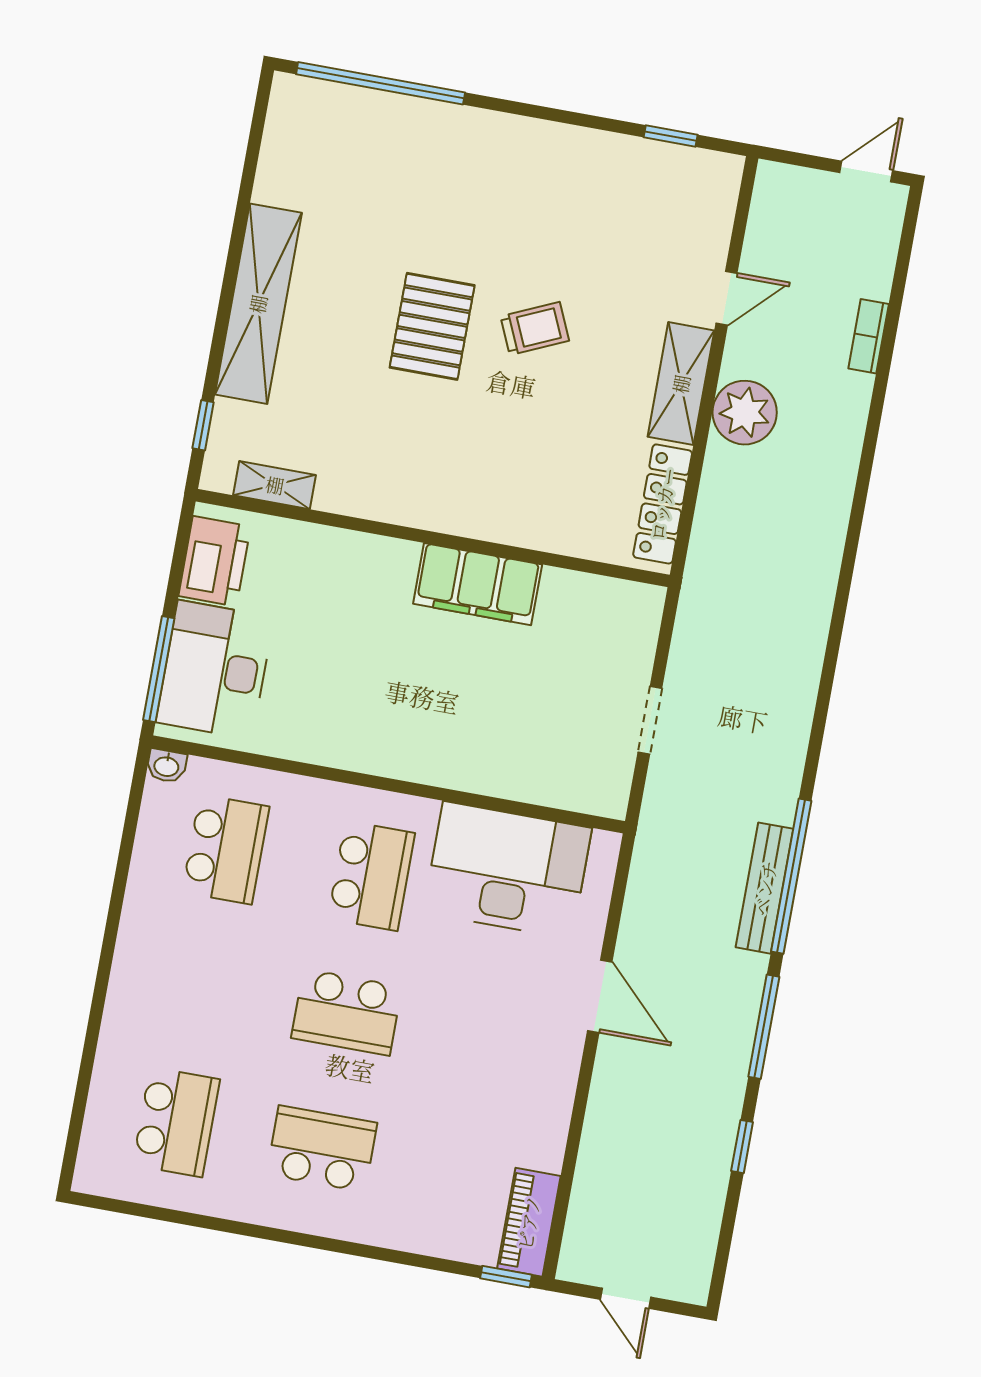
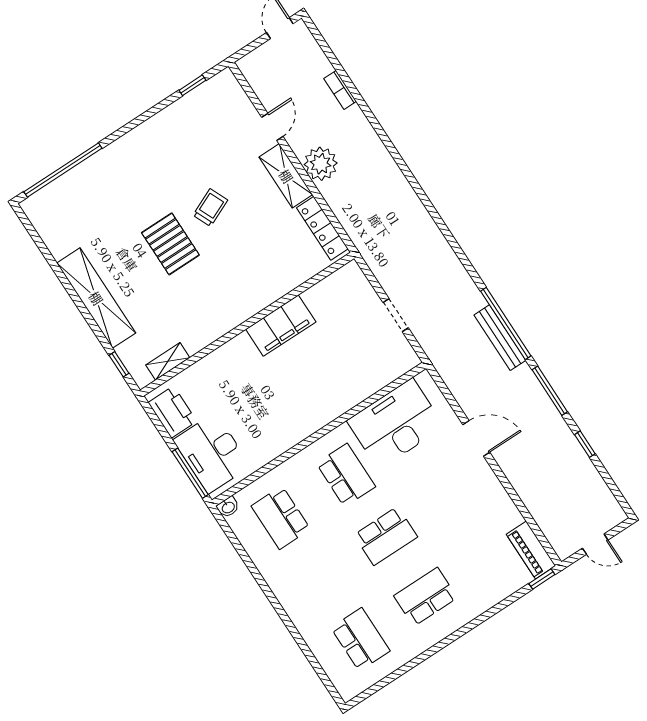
school desk: (226, 849) -> (281, 518), turned 180

